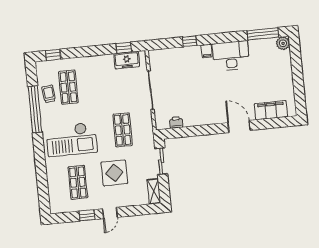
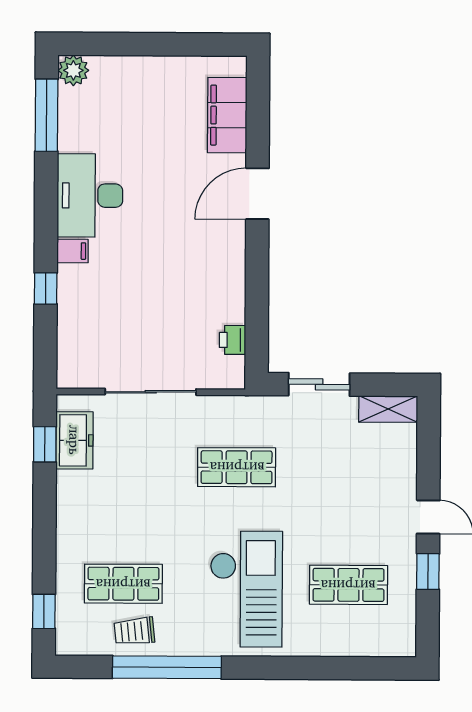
display table: (114, 173) -> (335, 497), removed

